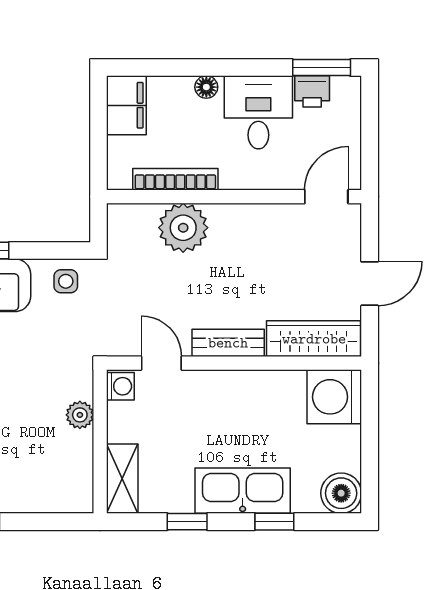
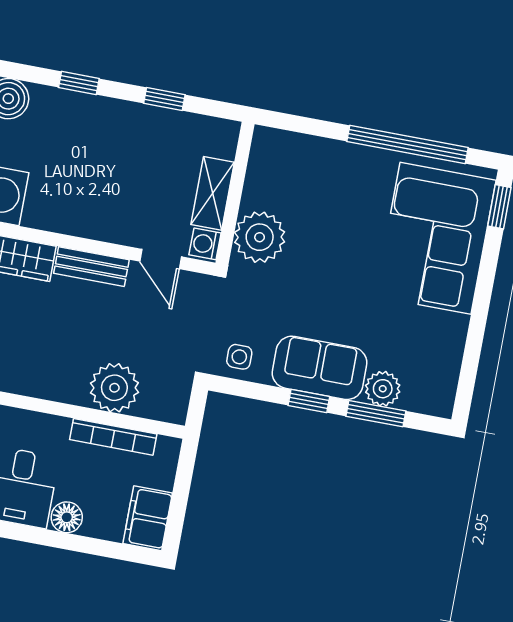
floor lamp: (206, 87) -> (67, 517), width x1.37, depth x1.37
plant: (80, 415) -> (260, 237), width x1.87, depth x1.87
shelving: (122, 479) -> (213, 193), moved
kitchen sink: (243, 491) -> (104, 119), removed

